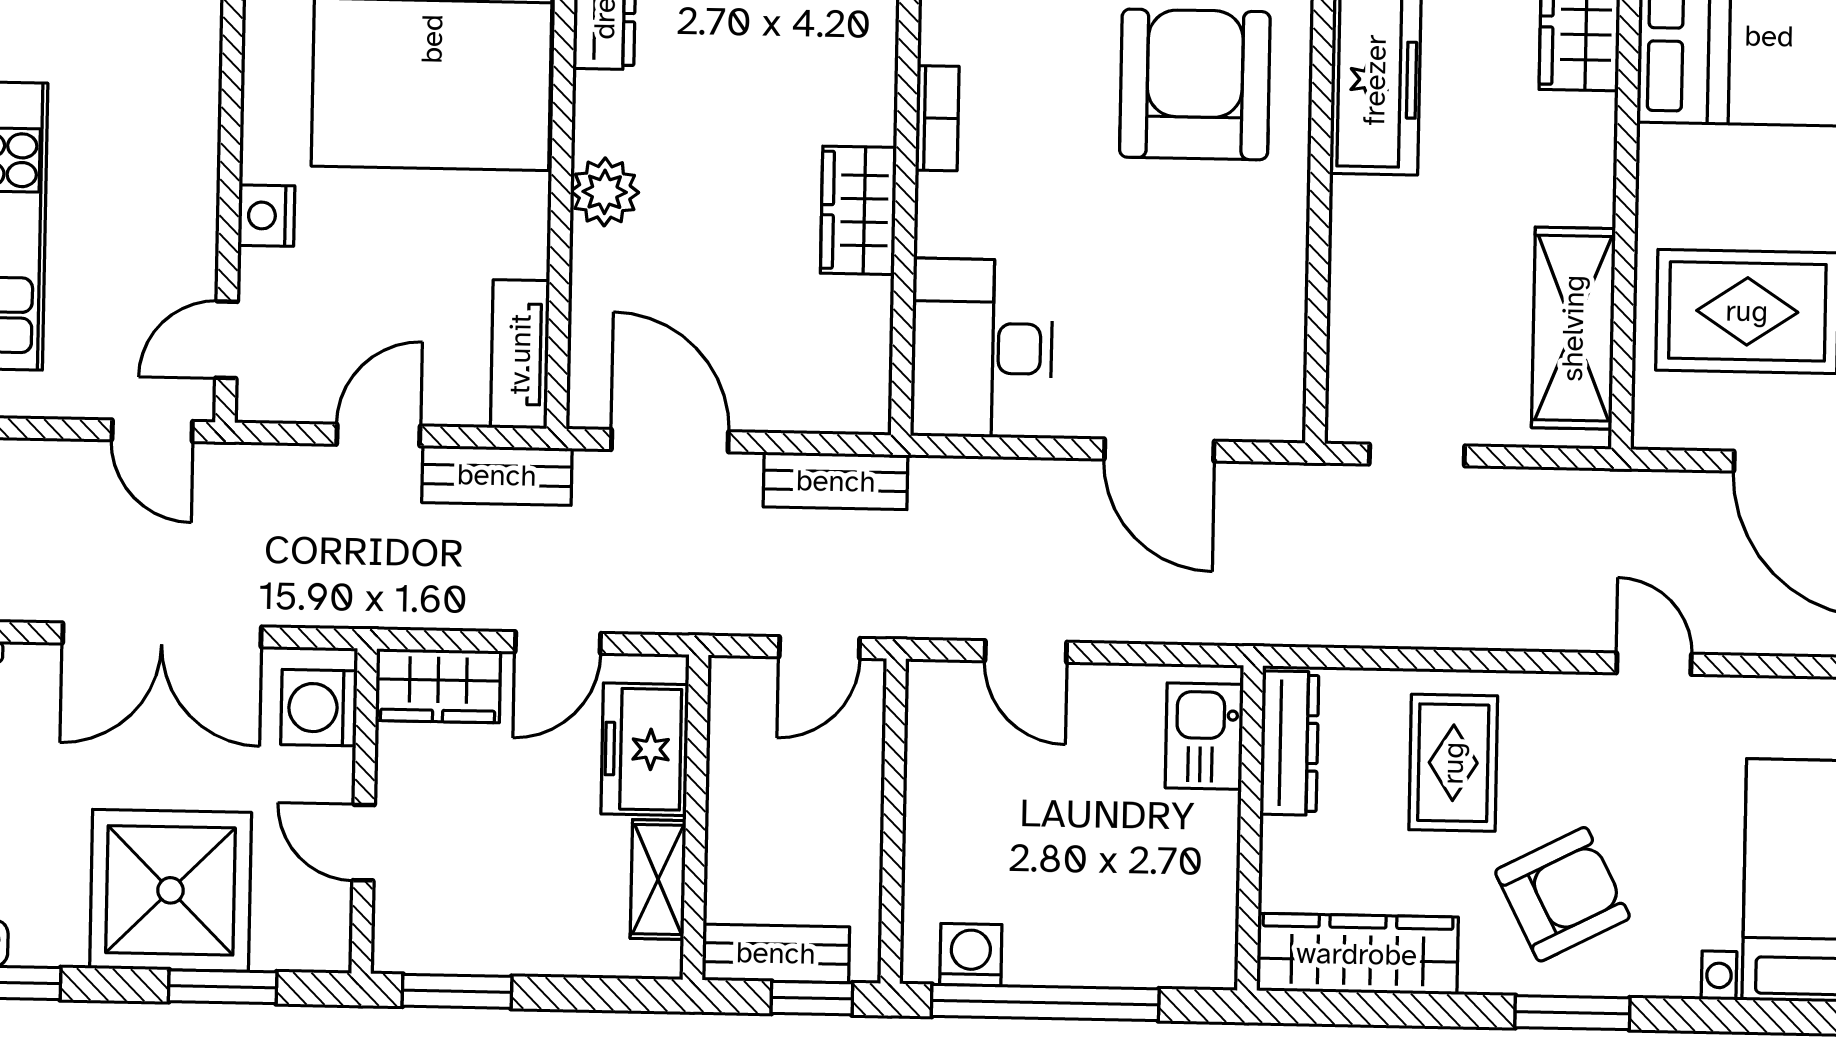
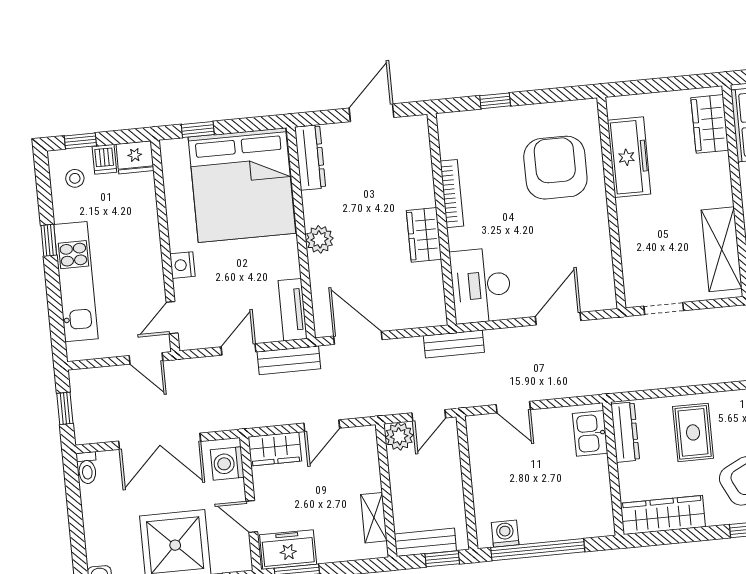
bookcase: (937, 118) -> (452, 194), width x1.56
door: (1159, 450) -> (558, 319), swing flipped
bench: (836, 481) -> (454, 344), moved
plant: (742, 690) -> (399, 436), added
freezer: (645, 749) -> (288, 550), moved, turned 90

